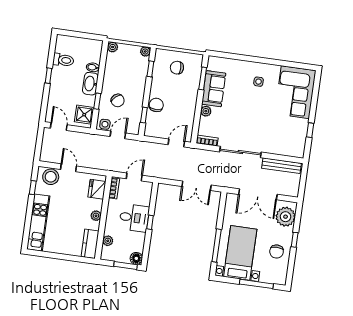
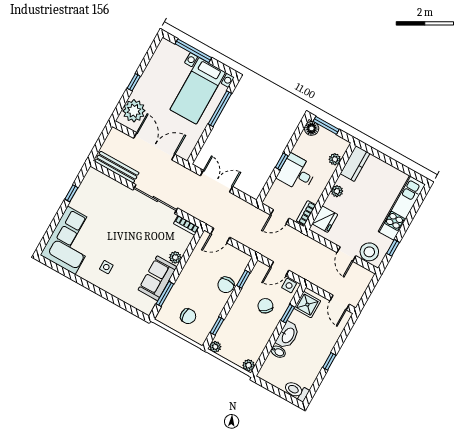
toilet: (63, 60) -> (296, 391), moved
chair: (277, 252) -> (158, 77), removed

